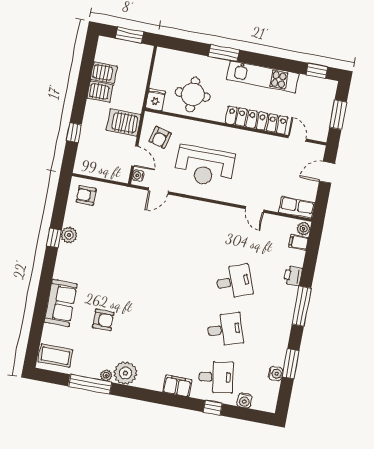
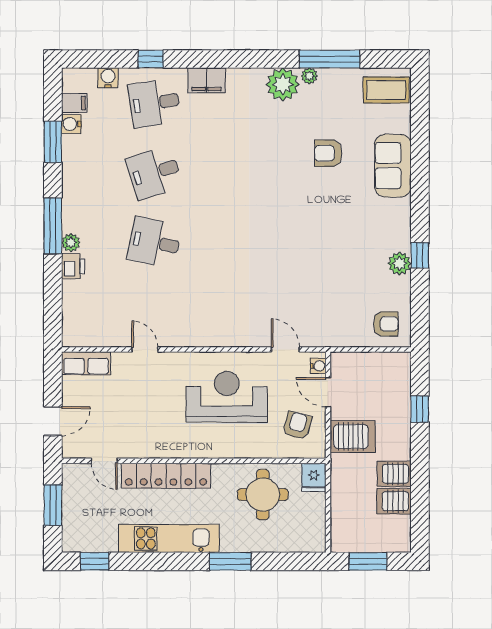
door: (158, 191) -> (285, 349), hinge flipped
plant: (304, 229) -> (71, 243), moved
filing cabinet: (298, 242) -> (74, 103), moved
desk: (234, 282) -> (154, 242), turned 33

